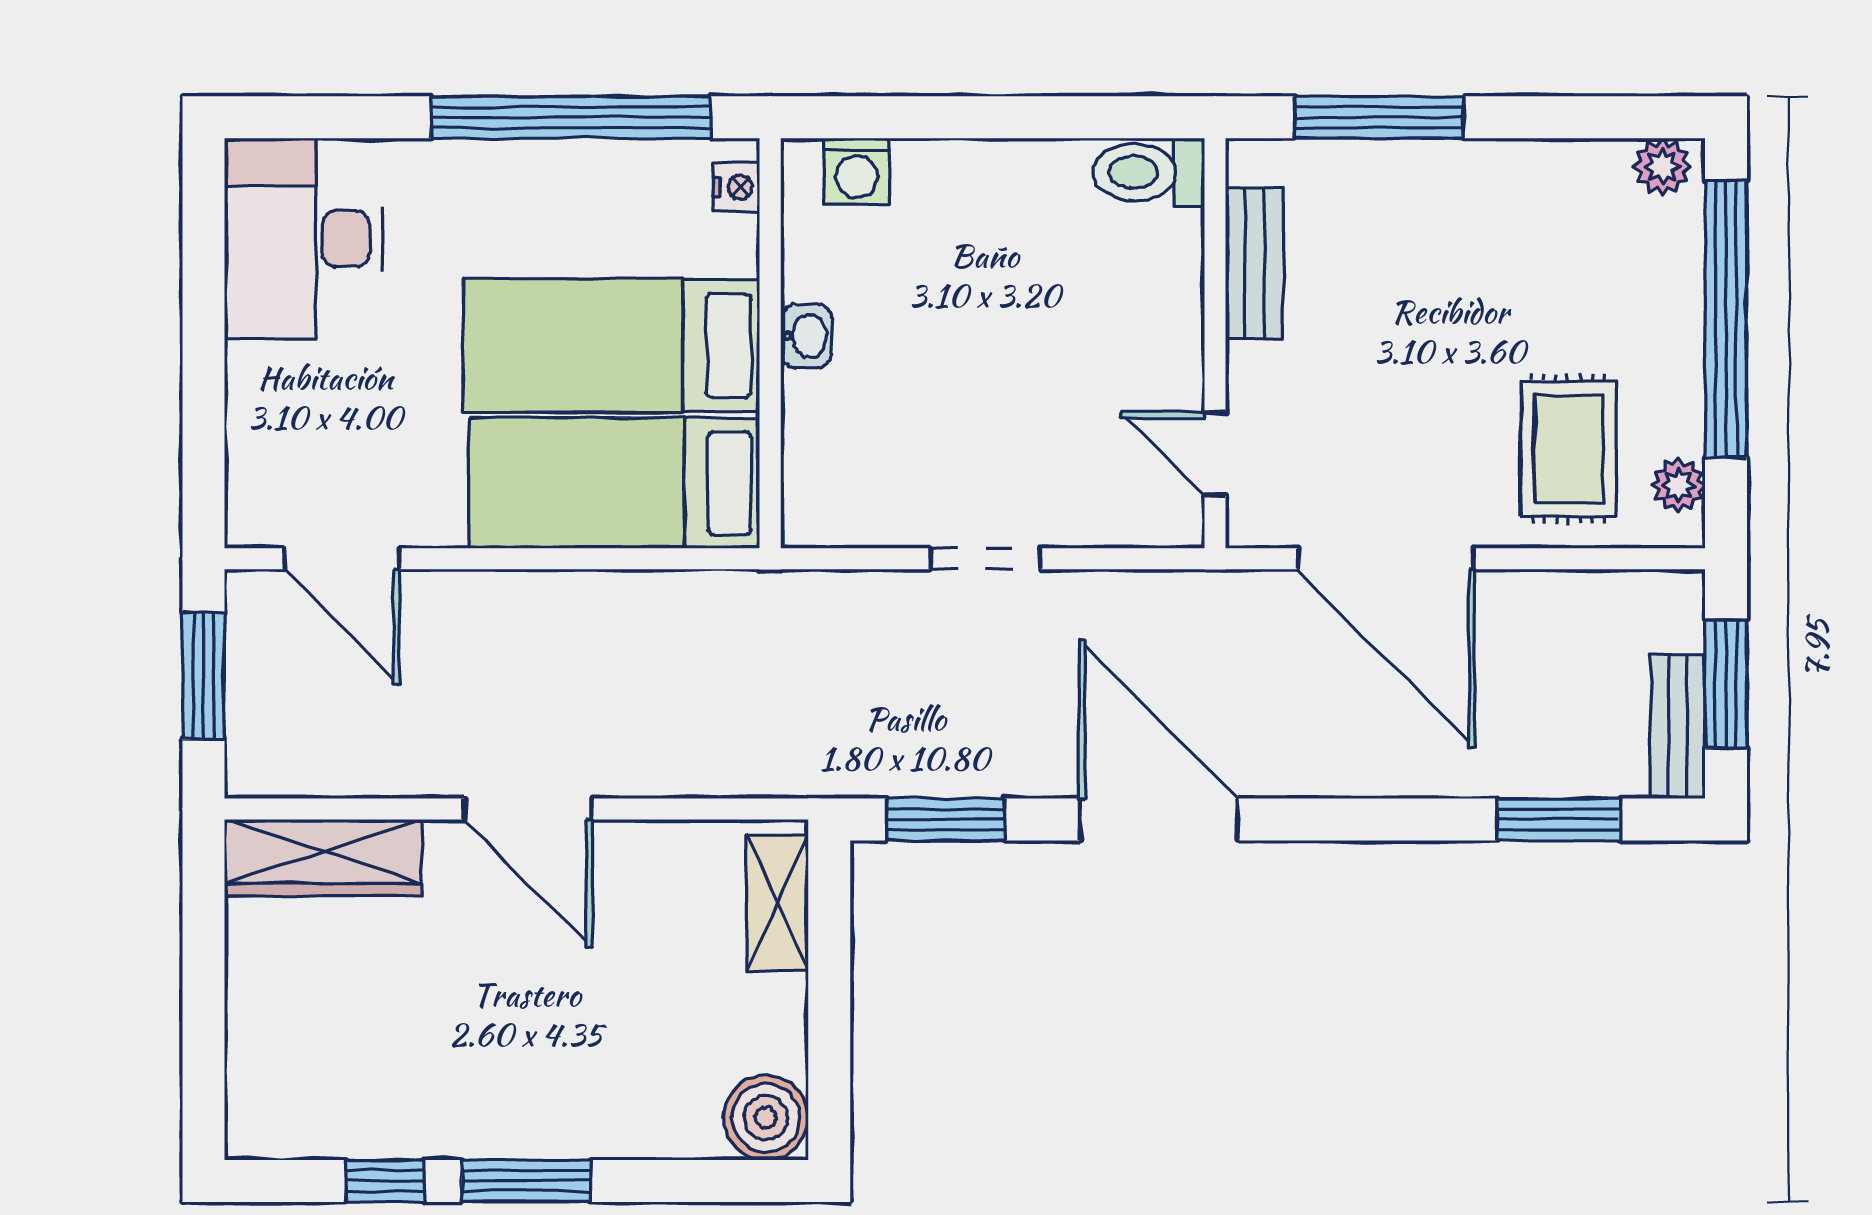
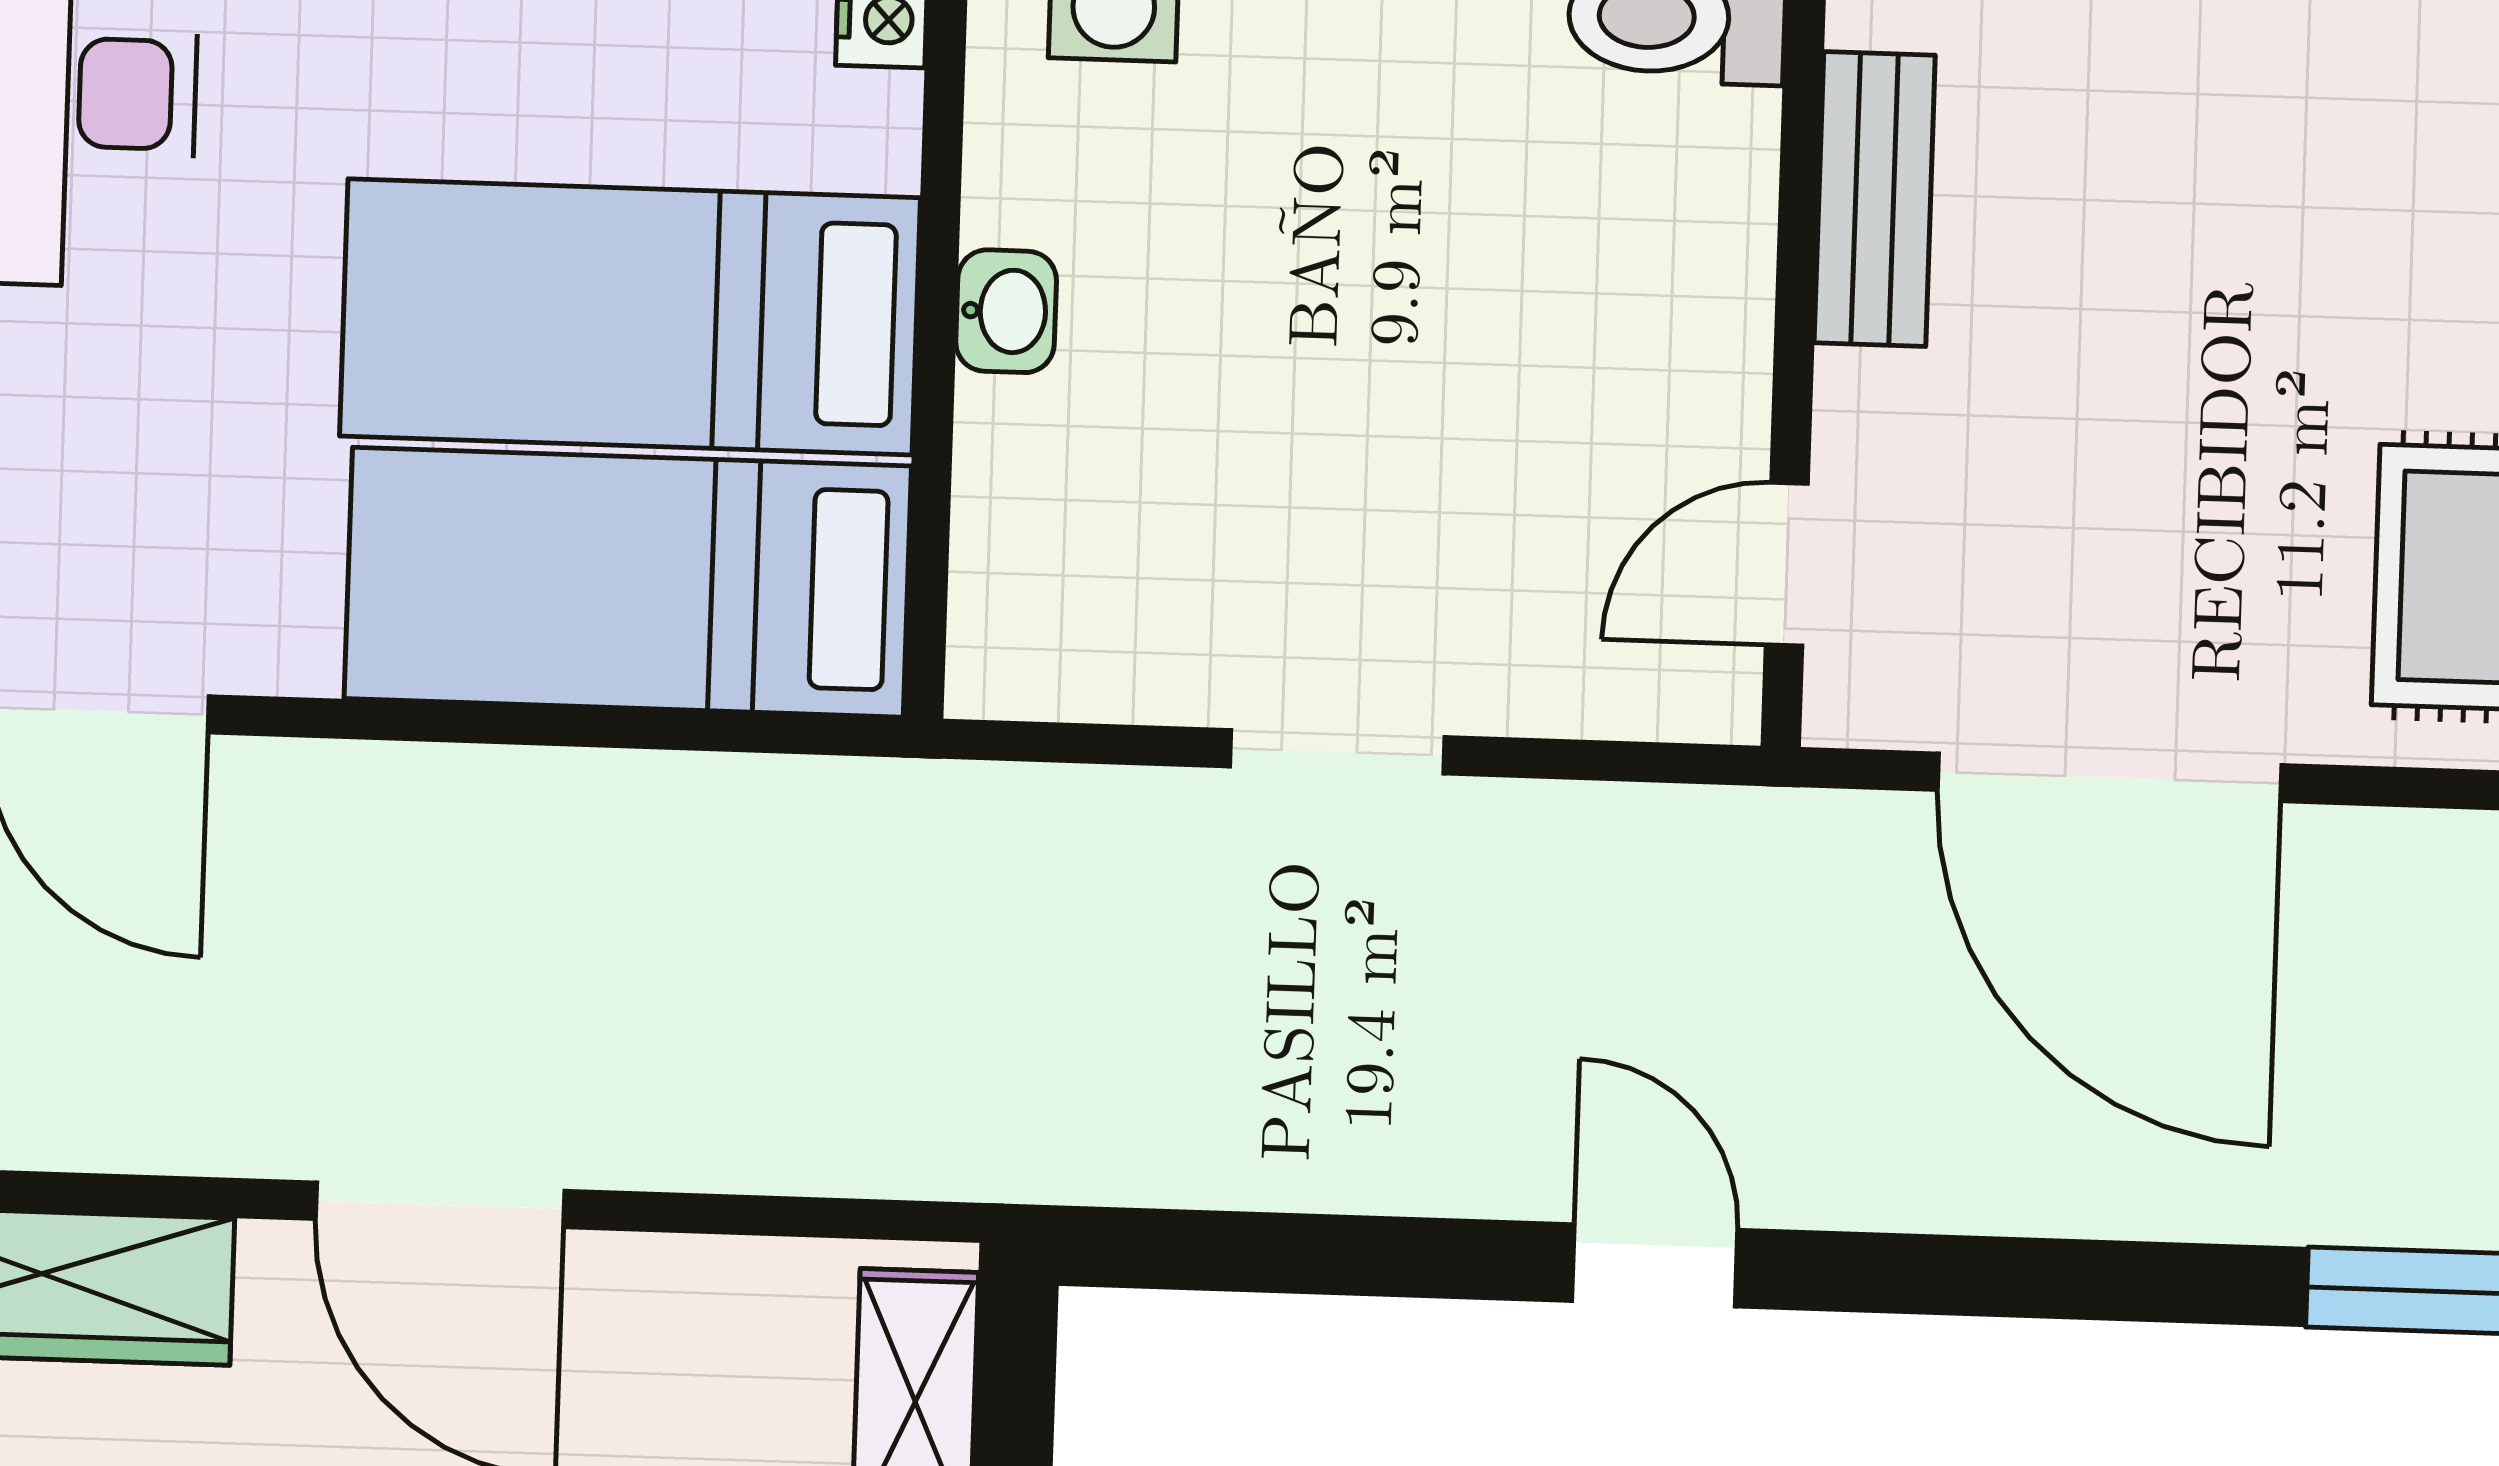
door: (1215, 454) -> (1787, 564), hinge flipped
window: (945, 819) -> (1244, 1252), removed
door: (1159, 819) -> (1655, 1265), width x0.53

